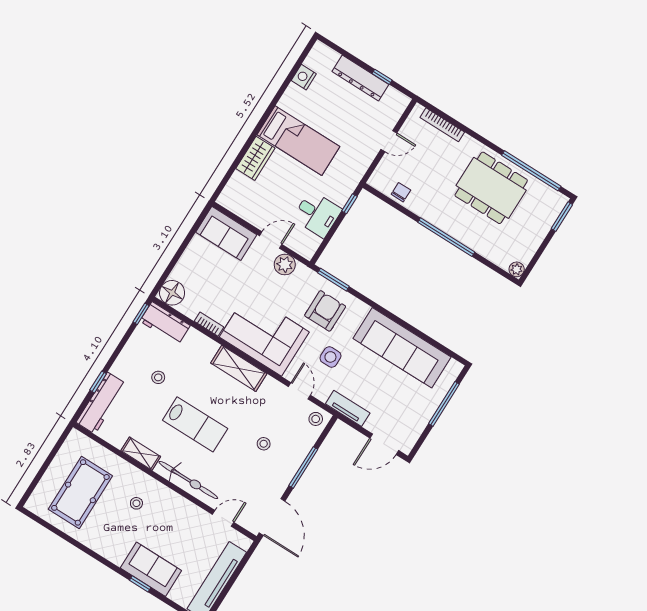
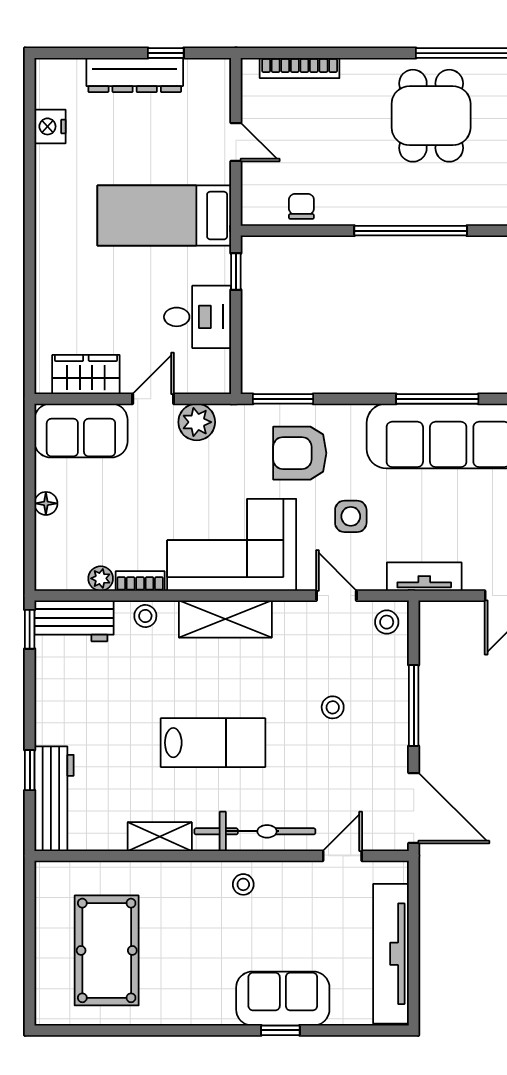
bed: (298, 141) -> (164, 216), moved, turned 180
door: (389, 141) -> (236, 142), hinge flipped
wardrobe: (255, 158) -> (86, 375), moved, turned -90
dining table: (491, 188) -> (431, 116), width x0.73
floor lamp: (172, 293) -> (46, 503), moved, width x0.53, depth x0.53
plant: (191, 311) -> (101, 578), added
armchair: (325, 311) -> (300, 453), turned -90
window: (408, 326) -> (437, 399), added
stool: (158, 377) -> (145, 616), moved
stool: (136, 503) -> (243, 884), moved

